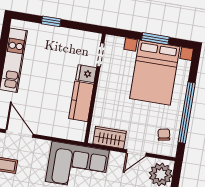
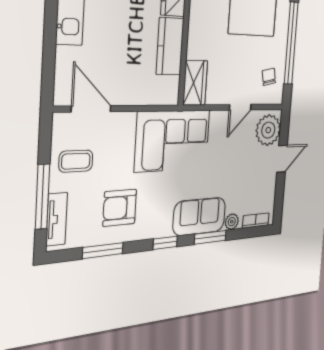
wardrobe: (110, 137) -> (195, 83), moved, turned 90

